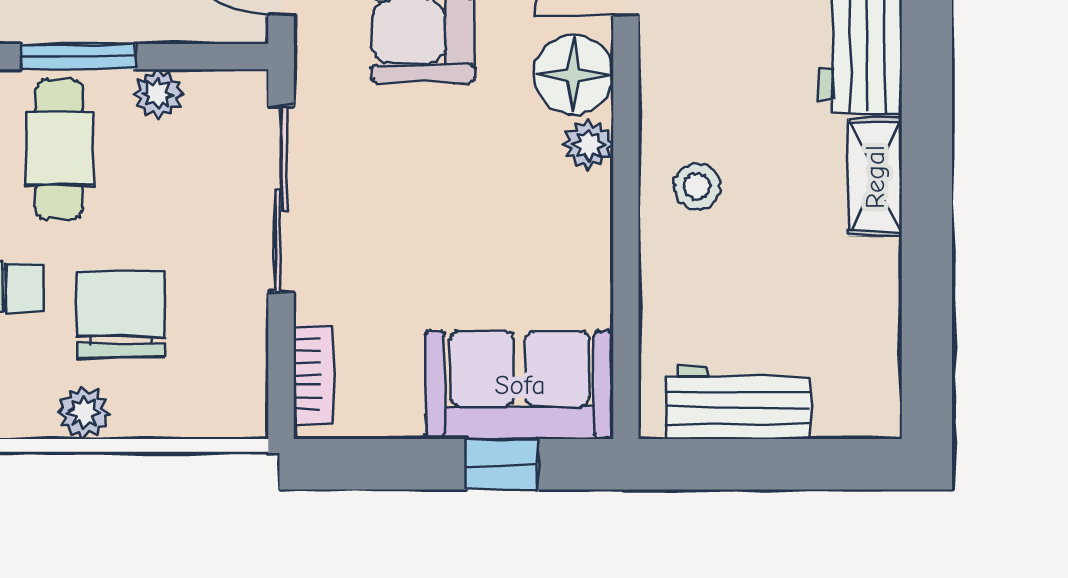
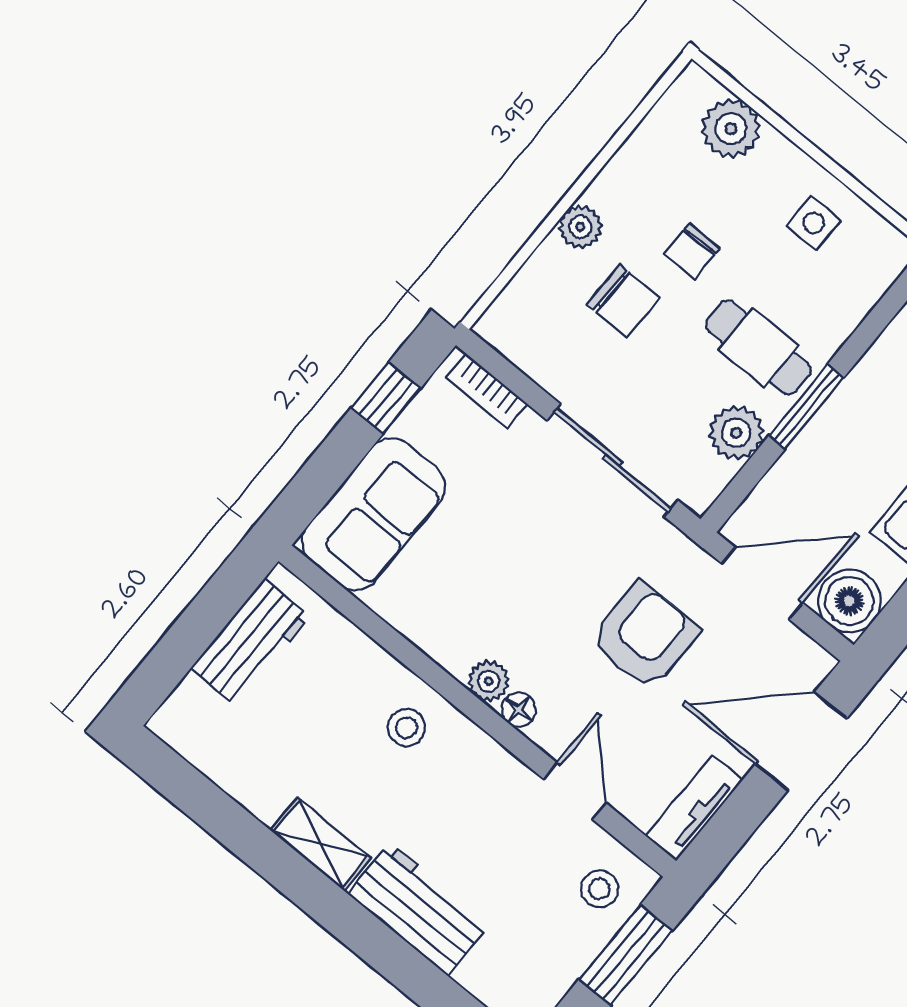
floor lamp: (574, 75) -> (519, 710), width x0.53, depth x0.53
plant: (158, 94) -> (736, 433), width x1.38, depth x1.38
chair: (121, 314) -> (623, 301), width x0.73, depth x0.73
window: (502, 464) -> (386, 398), moved

